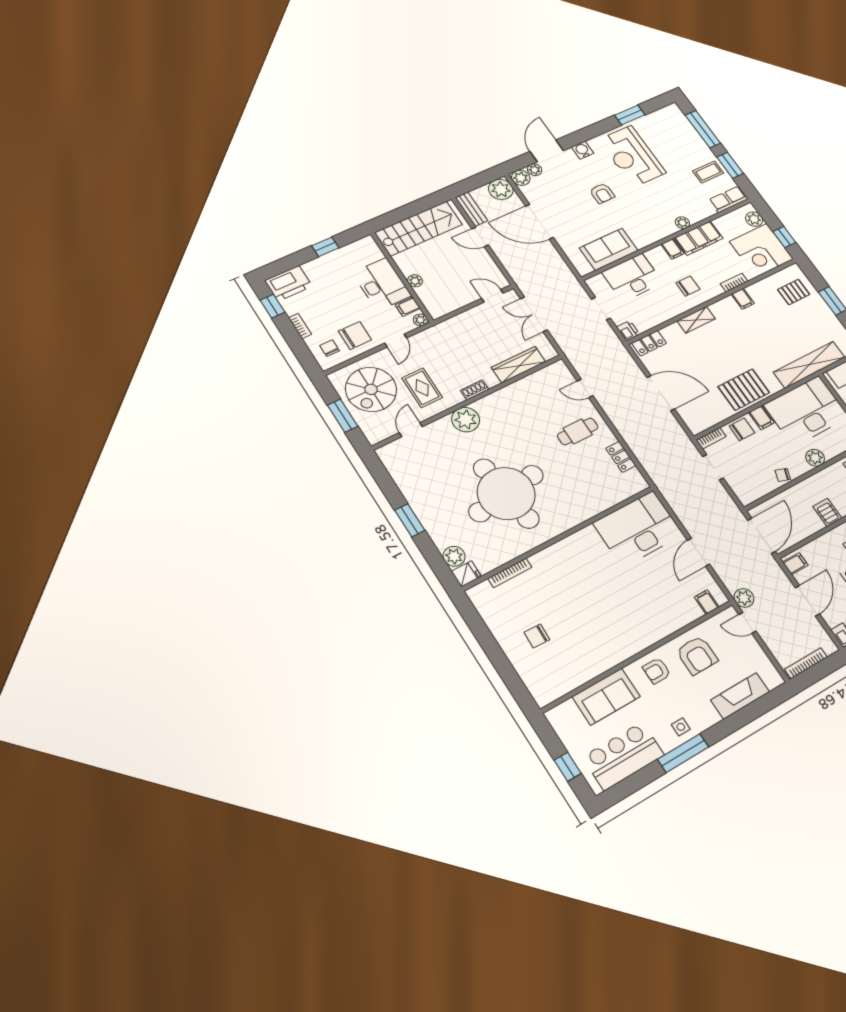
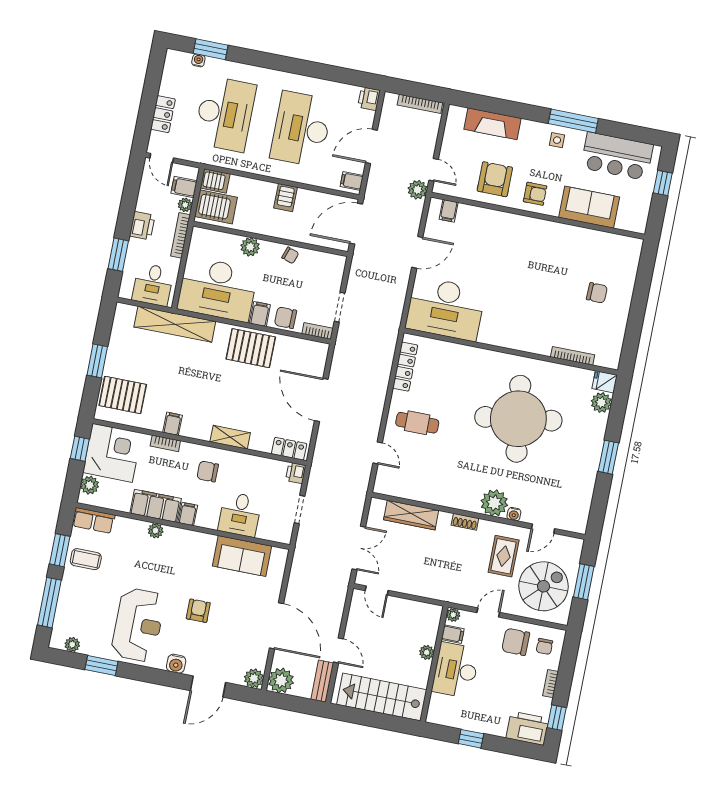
plant: (535, 170) -> (72, 645), moved
desk: (632, 277) -> (240, 514), width x0.73
pallet: (794, 292) -> (123, 395), width x1.50, depth x1.42
water cooler: (443, 423) -> (514, 514), added
locker: (621, 457) -> (405, 367), width x1.53

